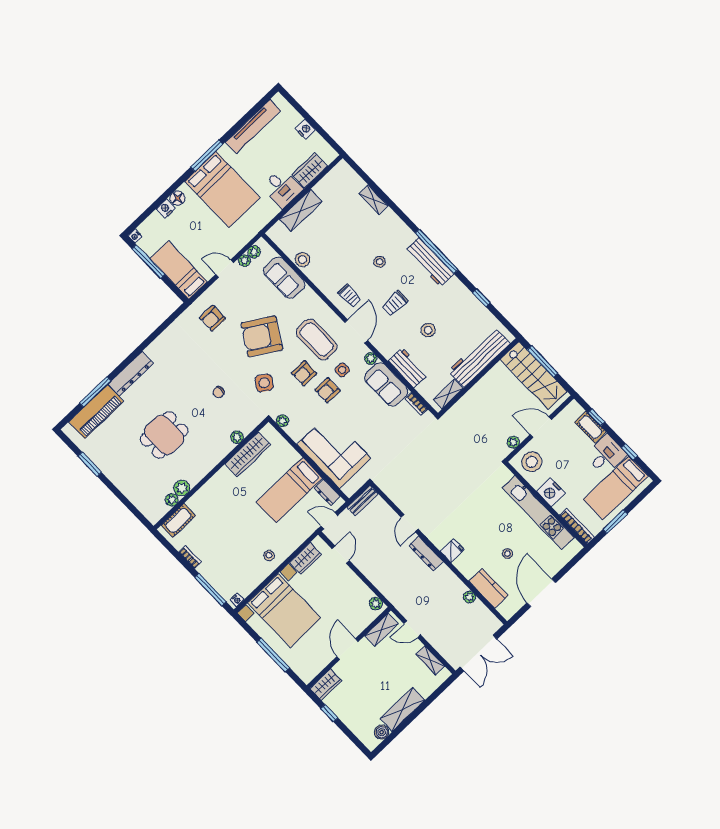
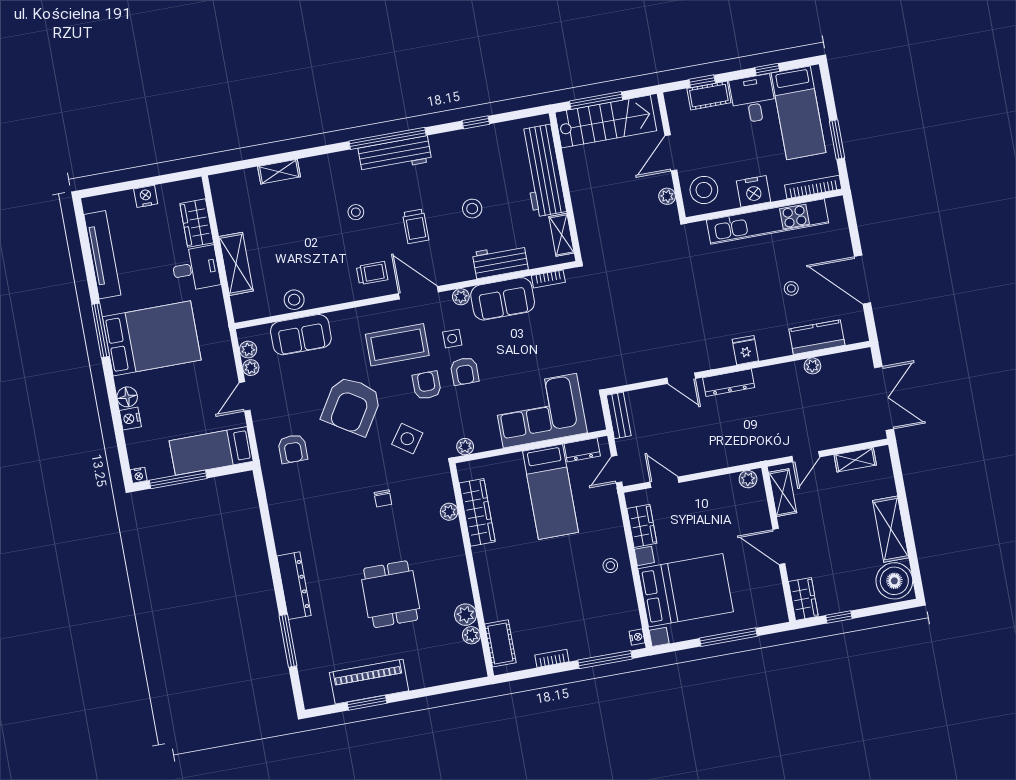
armchair: (304, 373) -> (427, 385), turned 180
piano: (96, 412) -> (369, 682), moved, turned -90
boiler: (382, 732) -> (894, 581), width x1.86, depth x1.86

